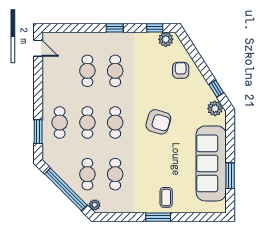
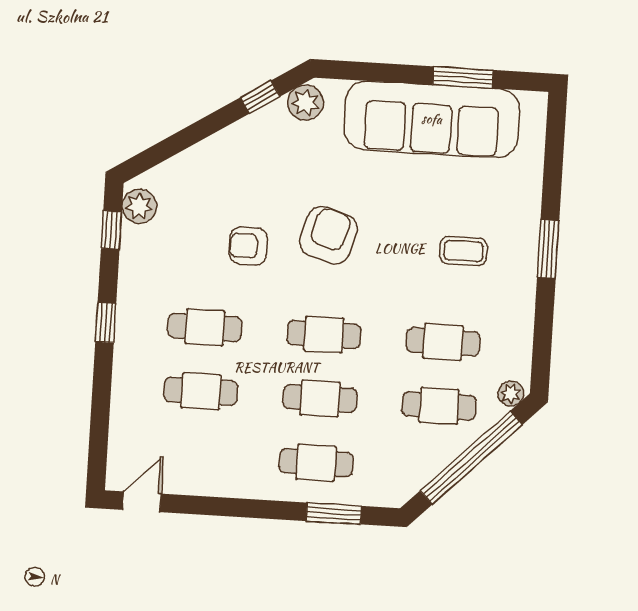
armchair: (181, 70) -> (248, 246), moved
coffee table: (166, 197) -> (463, 251), moved

